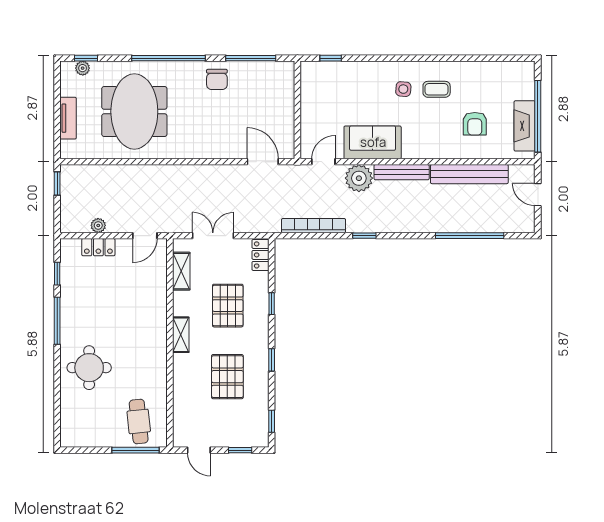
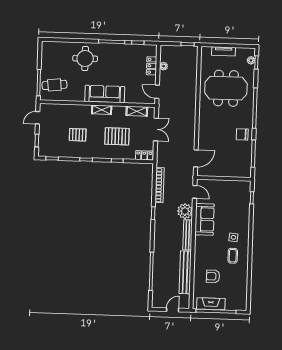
sofa: (152, 330) -> (105, 94), added
pallet: (227, 377) -> (78, 135), width x0.67, depth x0.71

